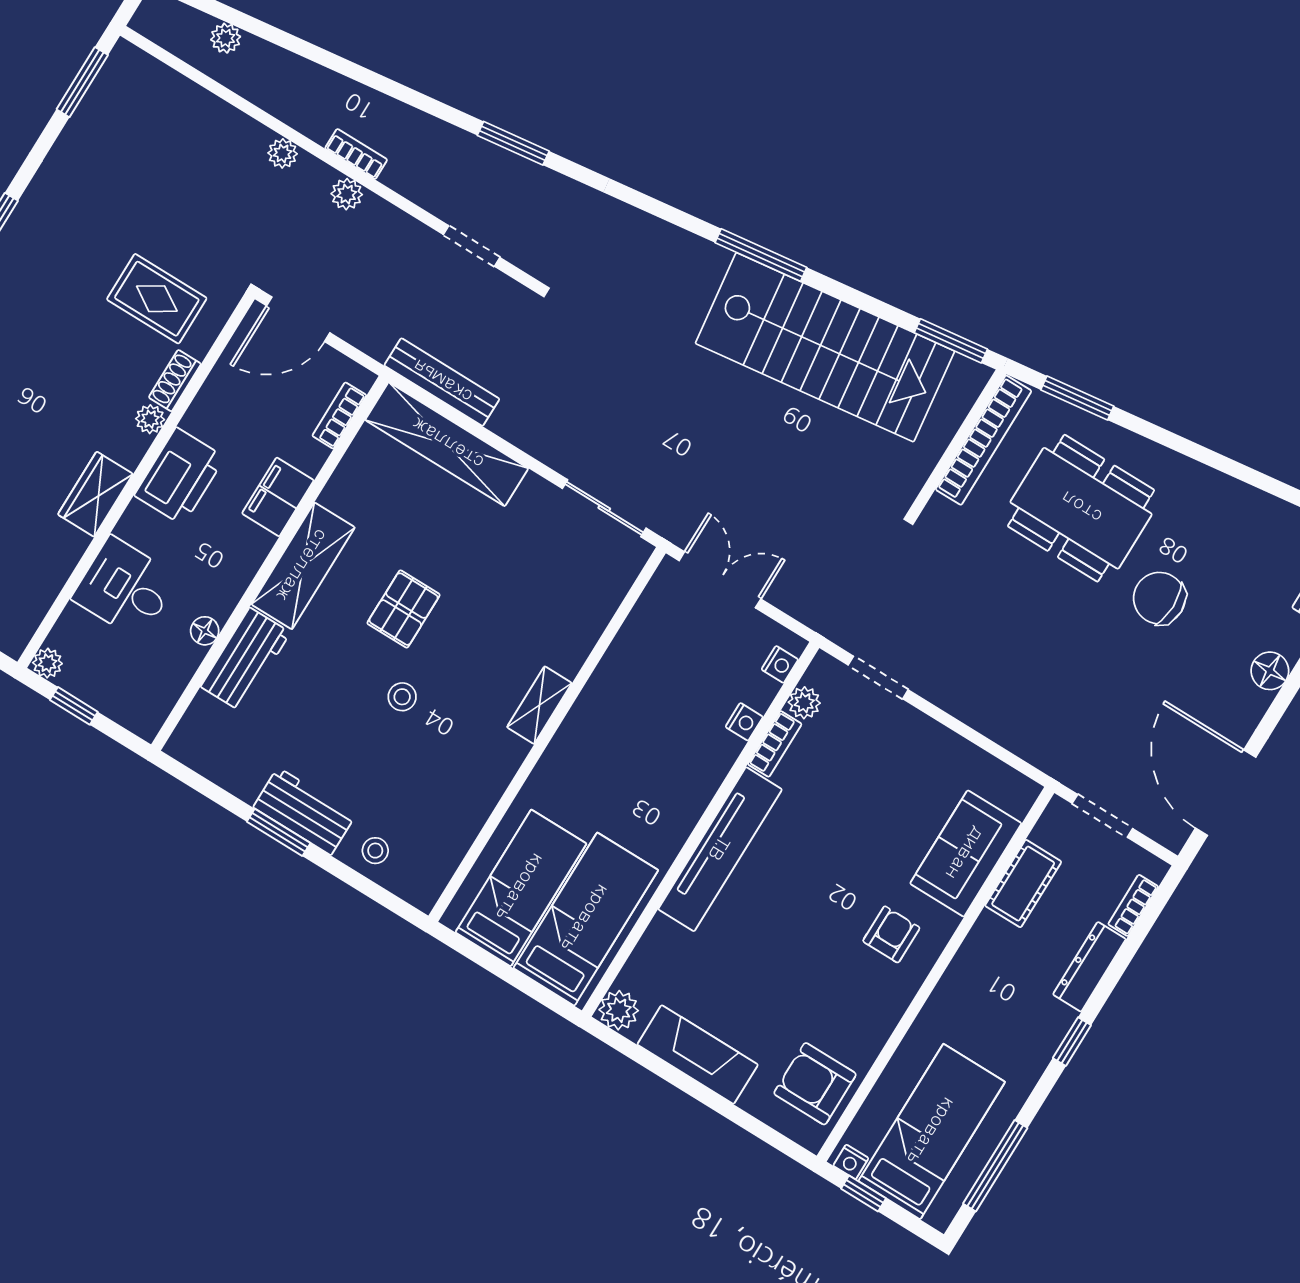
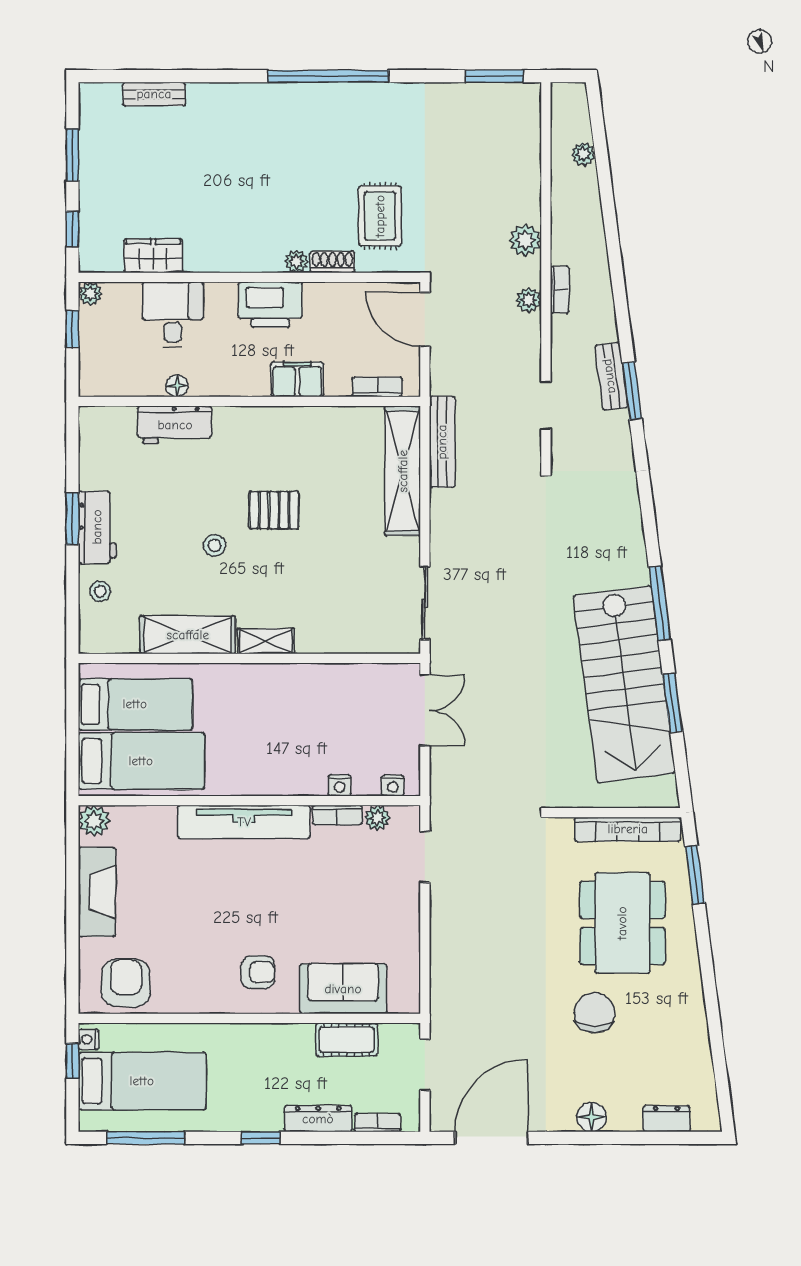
plant: (283, 153) -> (525, 240), width x1.38, depth x1.38
bench: (484, 156) -> (611, 376), added
window: (951, 341) -> (673, 703), moved
wardrobe: (95, 494) -> (153, 256), moved
shelving: (303, 566) -> (188, 635), moved

